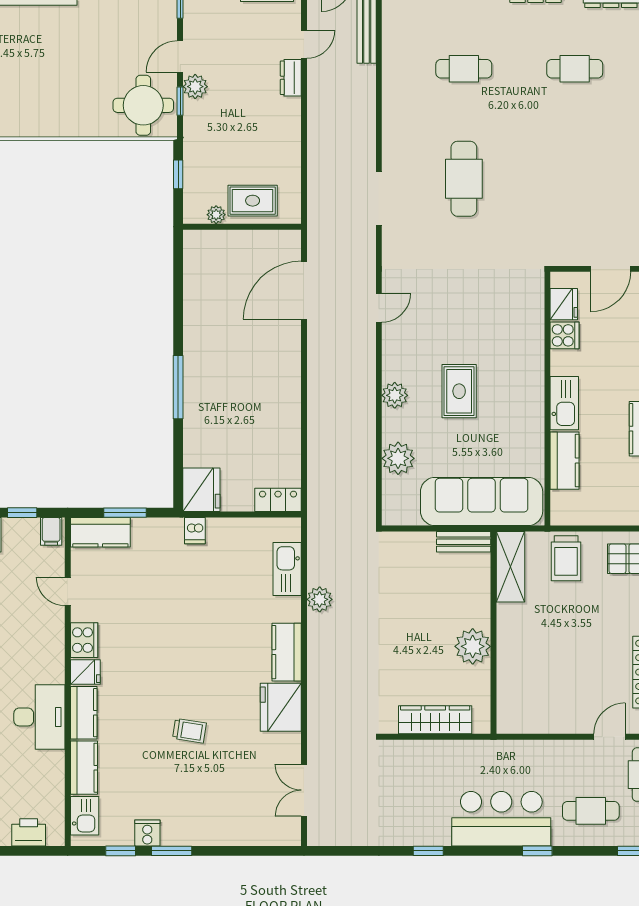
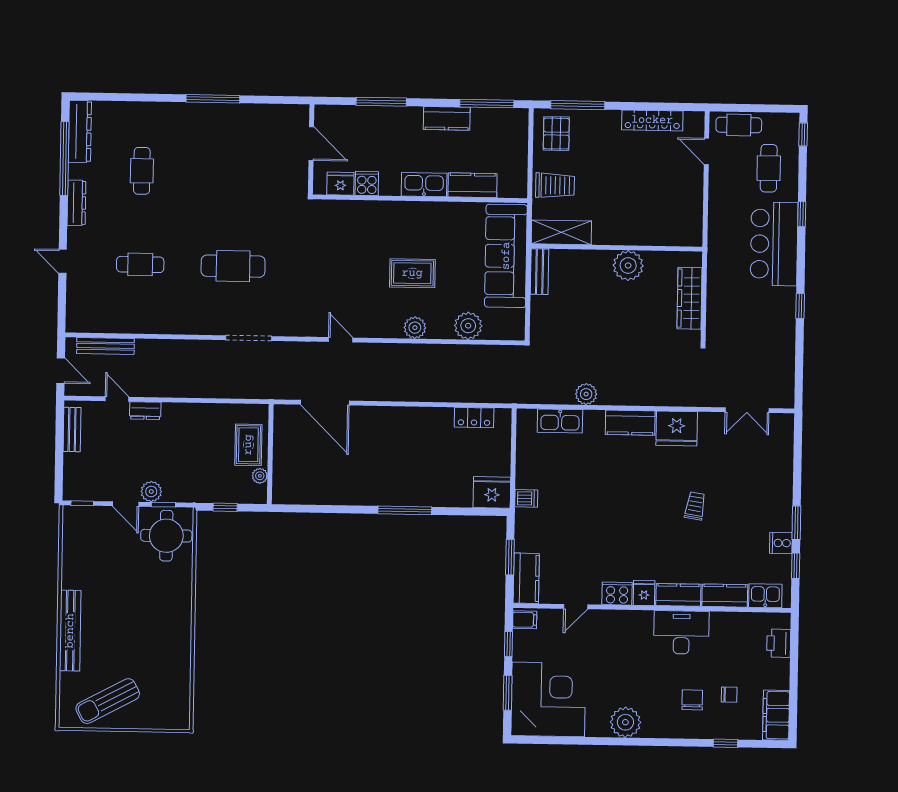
cafe table: (464, 69) -> (140, 264), turned 90
locker: (278, 500) -> (474, 418), moved, turned -90

